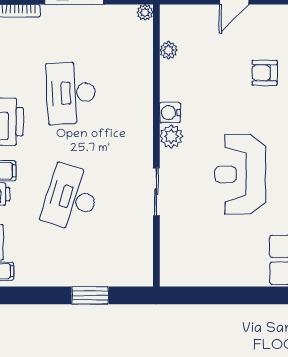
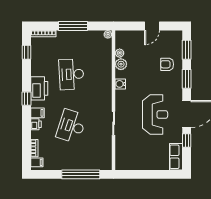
plant: (171, 136) -> (121, 64), moved
reception desk: (240, 174) -> (155, 114), turned 180
window: (90, 295) -> (81, 174), width x2.11

